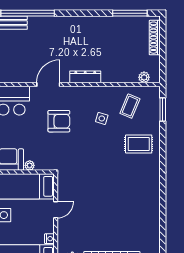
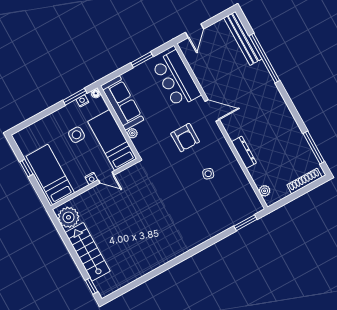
dresser: (85, 77) -> (244, 152), moved
coffee table: (130, 106) -> (233, 192), removed
rug: (139, 144) -> (204, 218), removed
nightstand: (49, 239) -> (91, 178), moved

